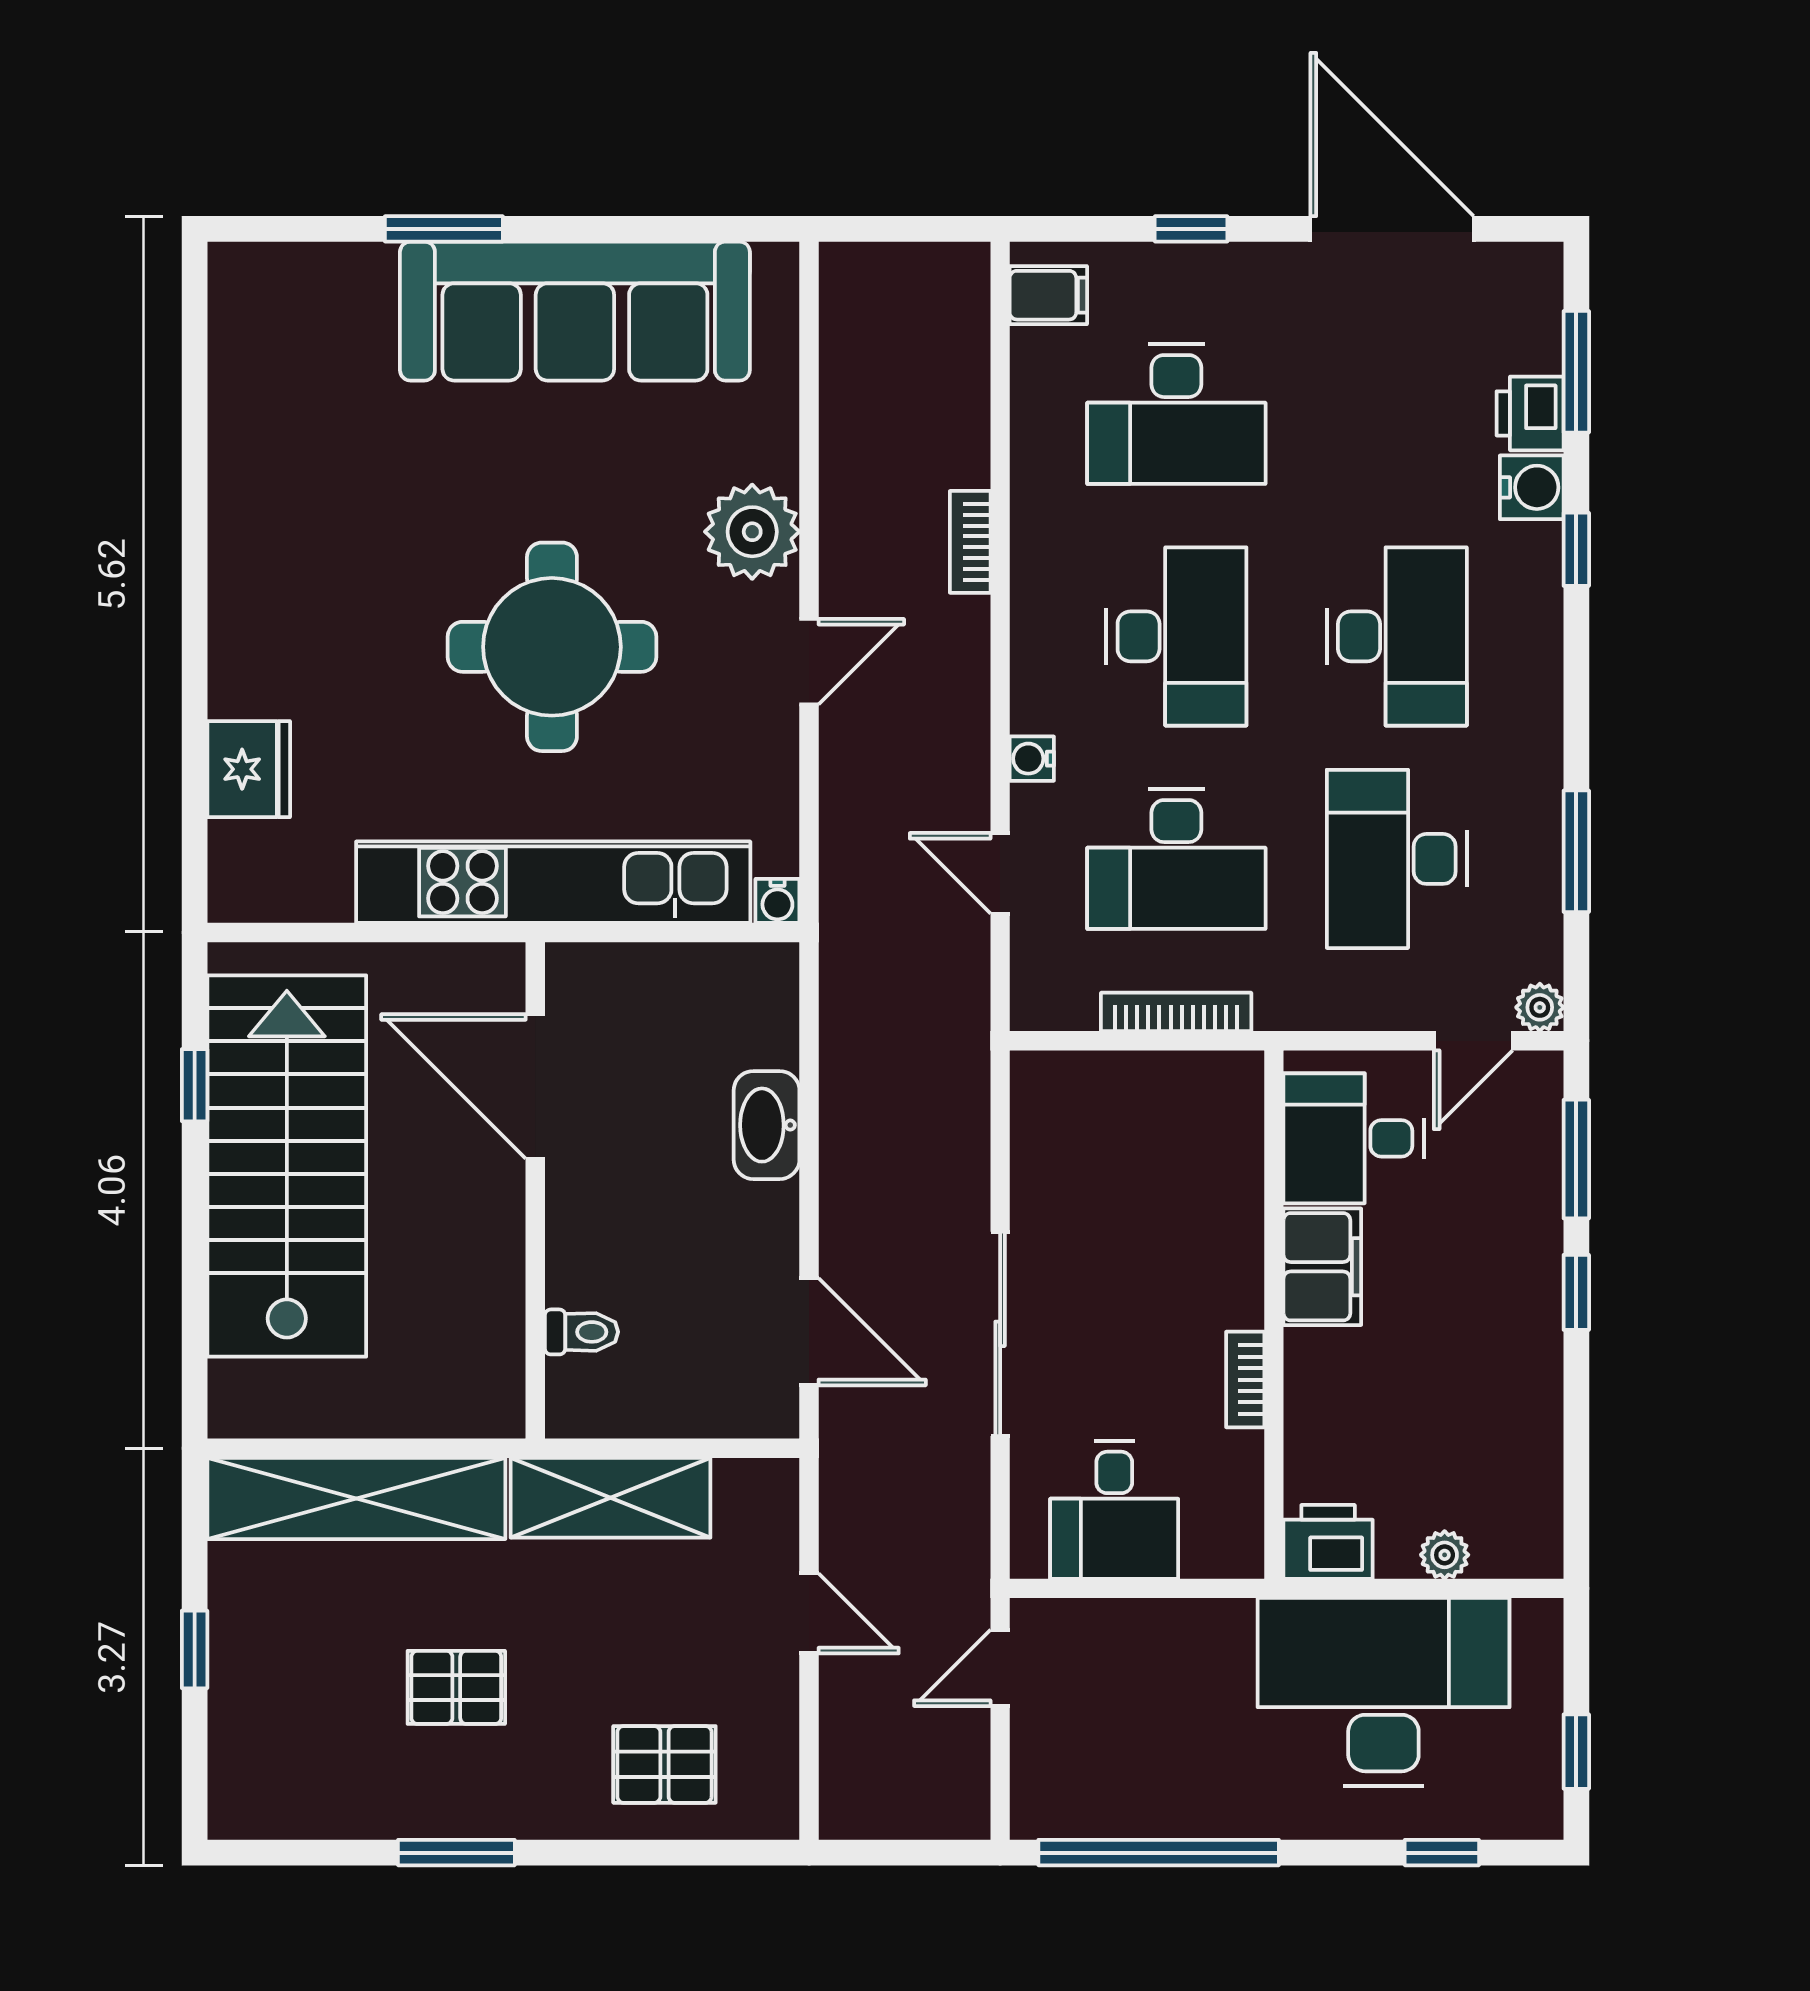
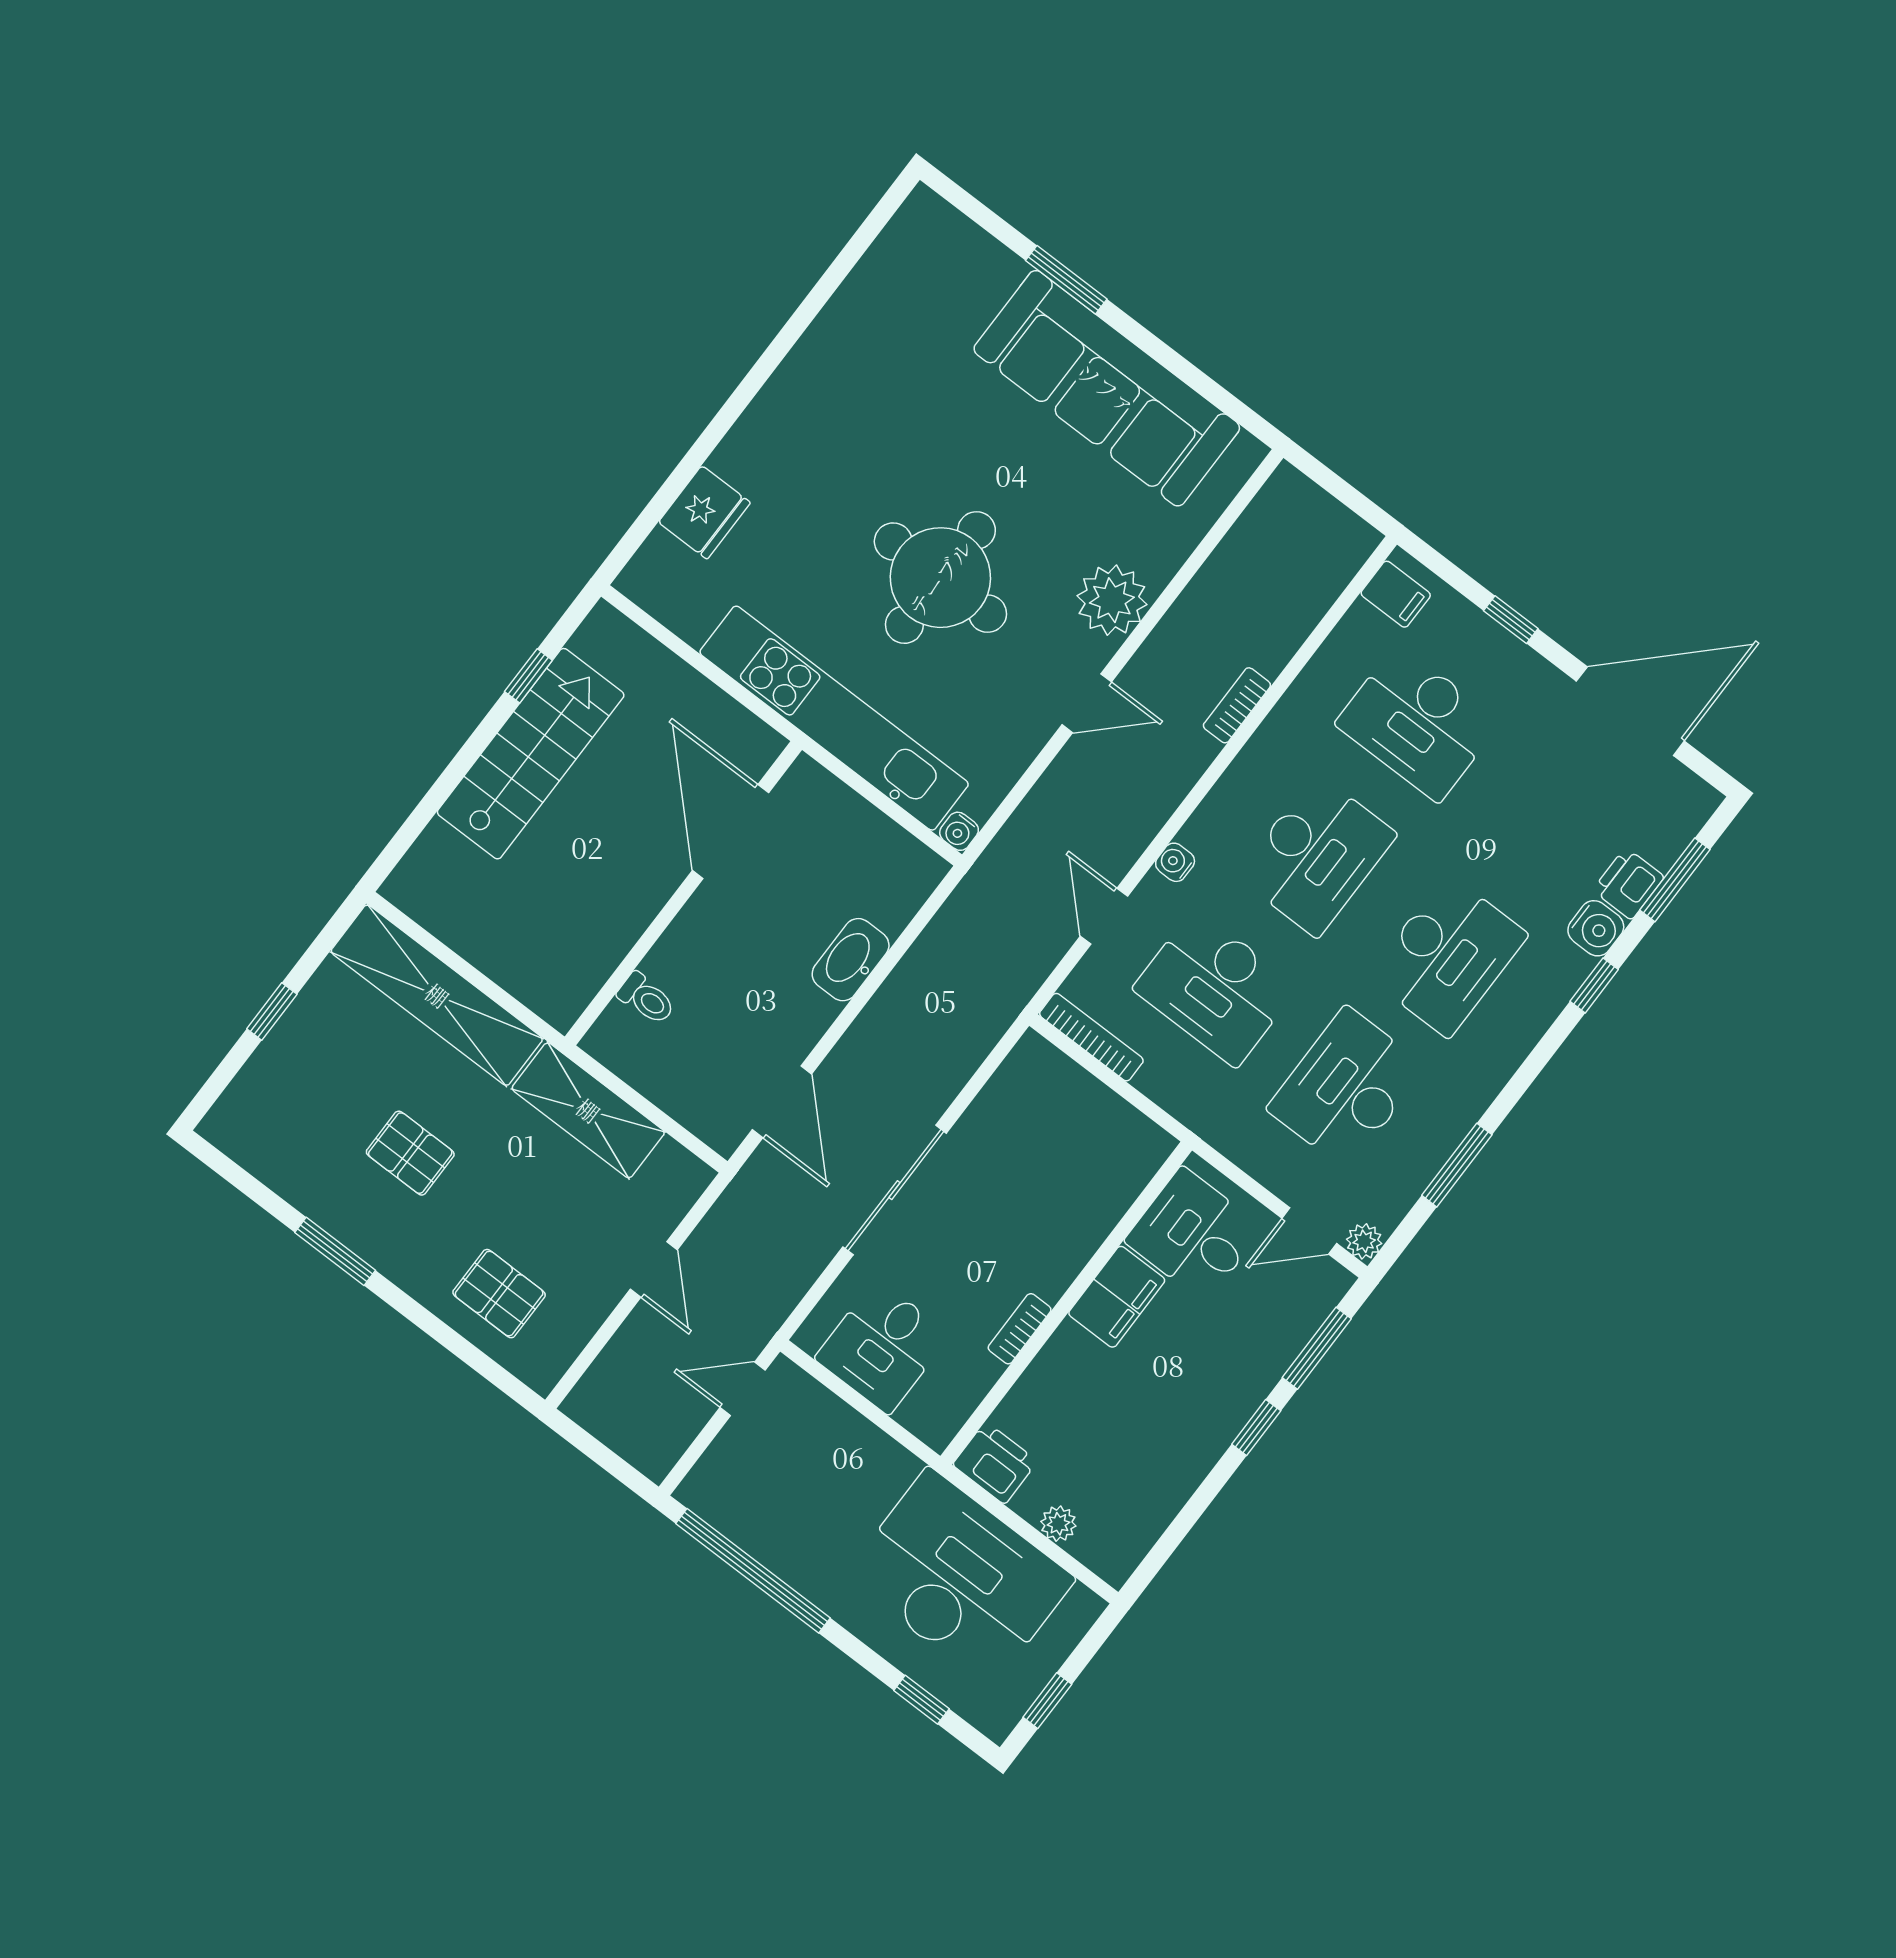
door: (1392, 229) -> (1630, 711), hinge flipped
bookcase: (1176, 1012) -> (1091, 1037), moved
stairs: (287, 1166) -> (531, 754), width x0.73, depth x0.66

